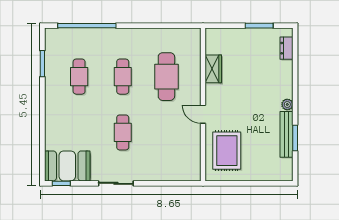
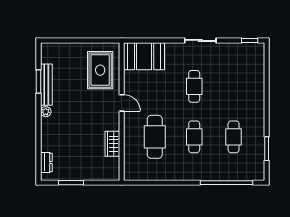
booth: (67, 166) -> (144, 56), moved

